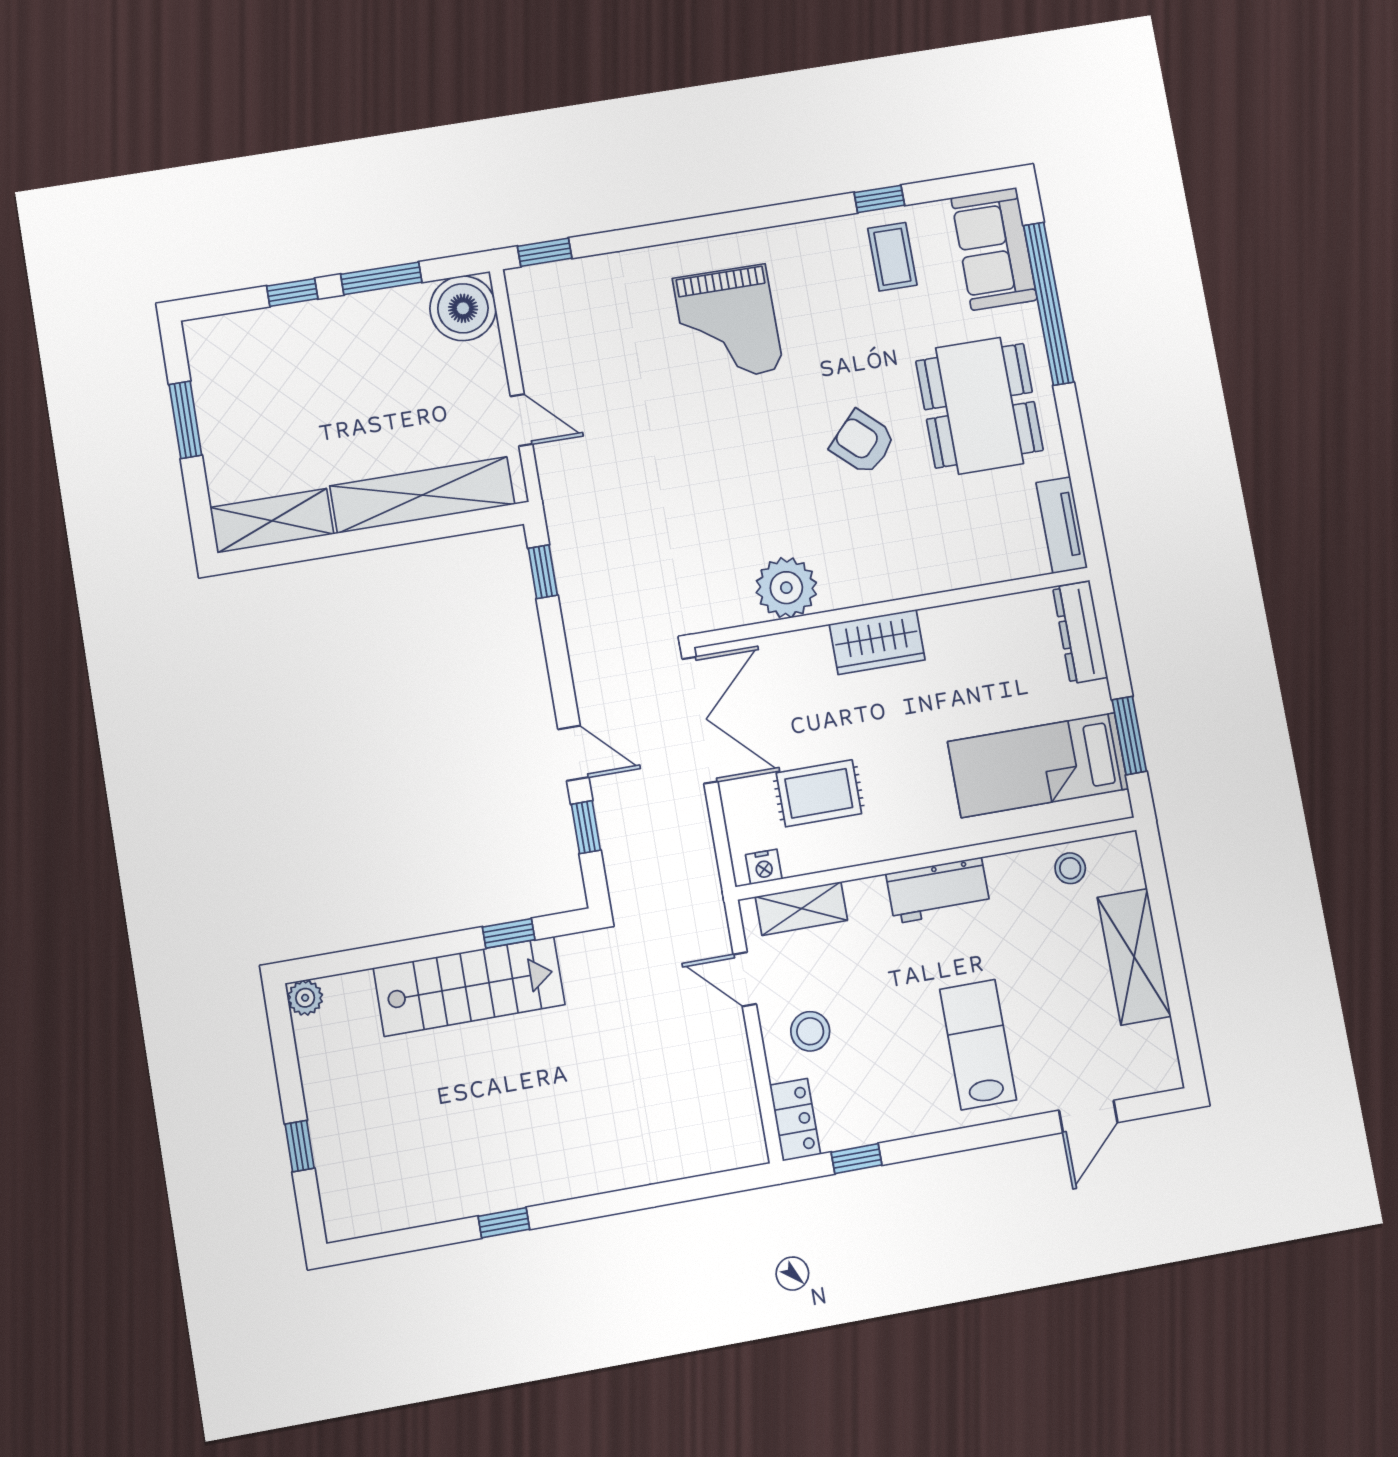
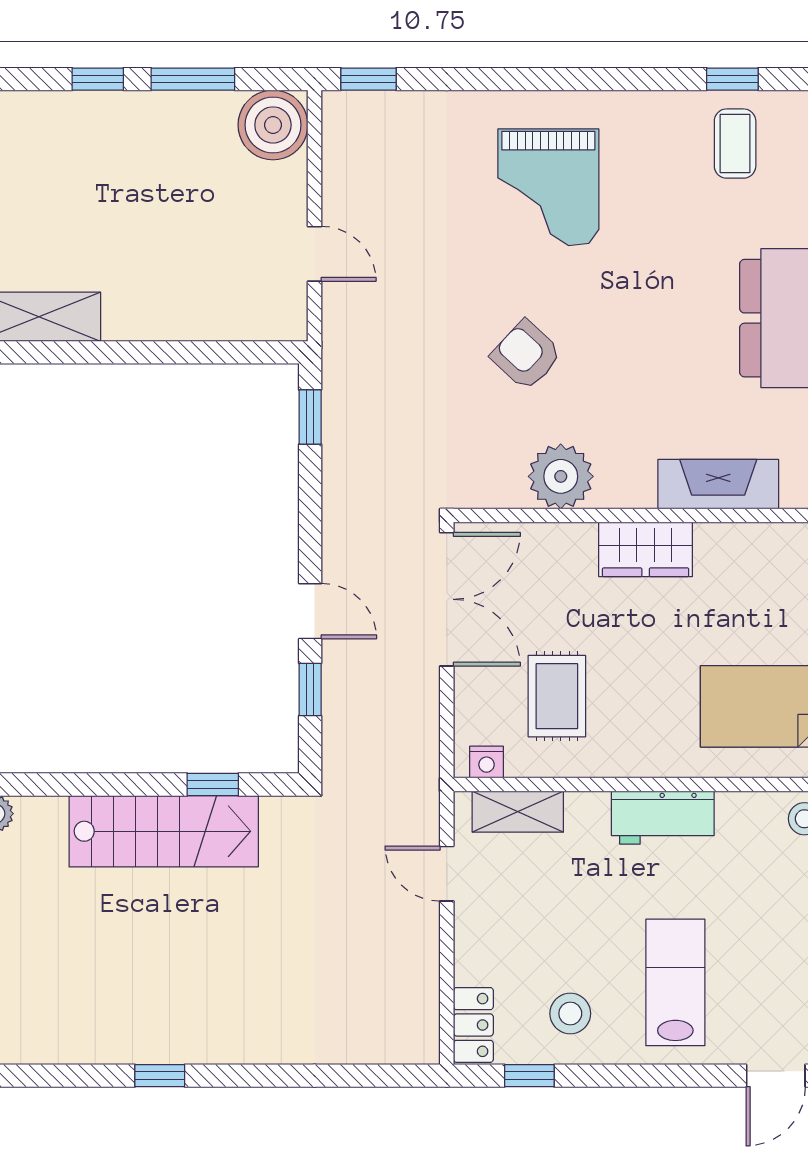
armchair: (863, 442) -> (526, 355), moved
shelving: (422, 495) -> (198, 316), removed
fireplace: (933, 570) -> (718, 484), added
rug: (819, 793) -> (557, 696), turned 90
stool: (810, 1031) -> (570, 1014), moved

